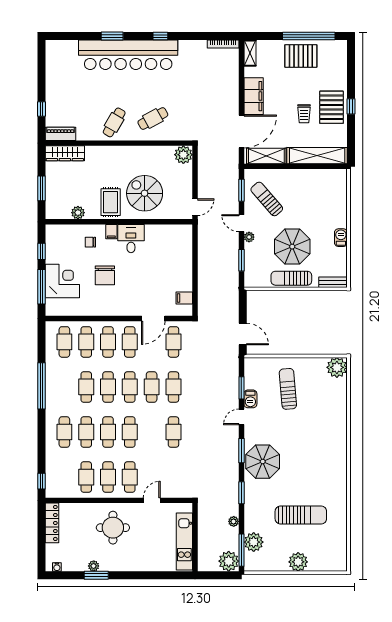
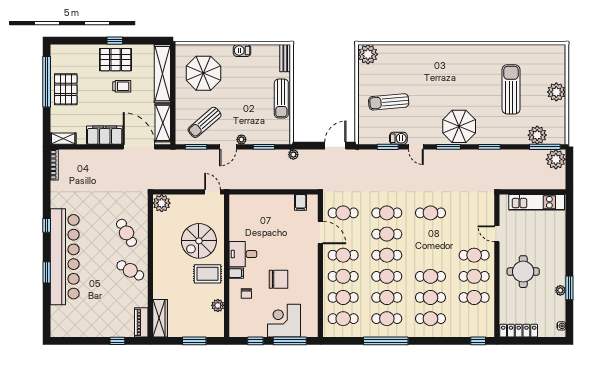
parasol: (292, 247) -> (203, 73), moved
cafe table: (130, 432) -> (387, 319), moved
plant: (234, 521) -> (293, 155), moved

